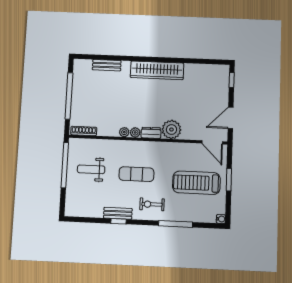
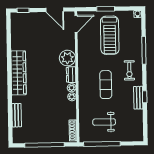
weight bench: (91, 169) -> (104, 122), turned 90

